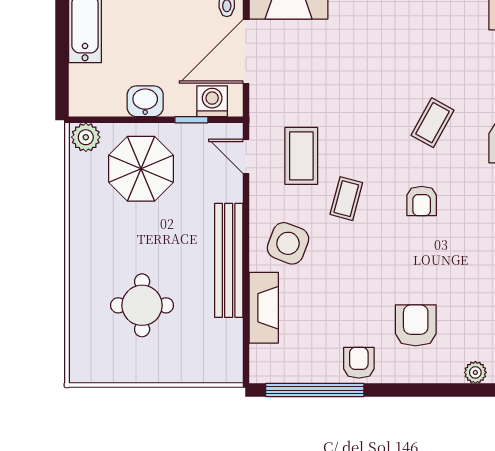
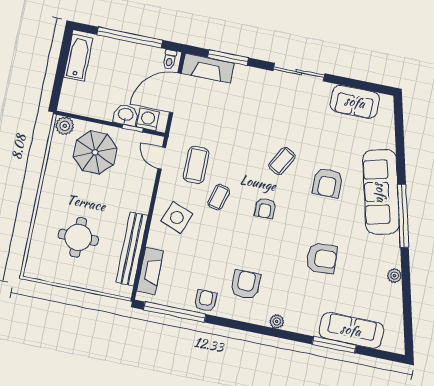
washbasin: (145, 101) -> (126, 115), moved
bench: (229, 260) -> (132, 249), moved
fireplace: (264, 308) -> (150, 271), moved

